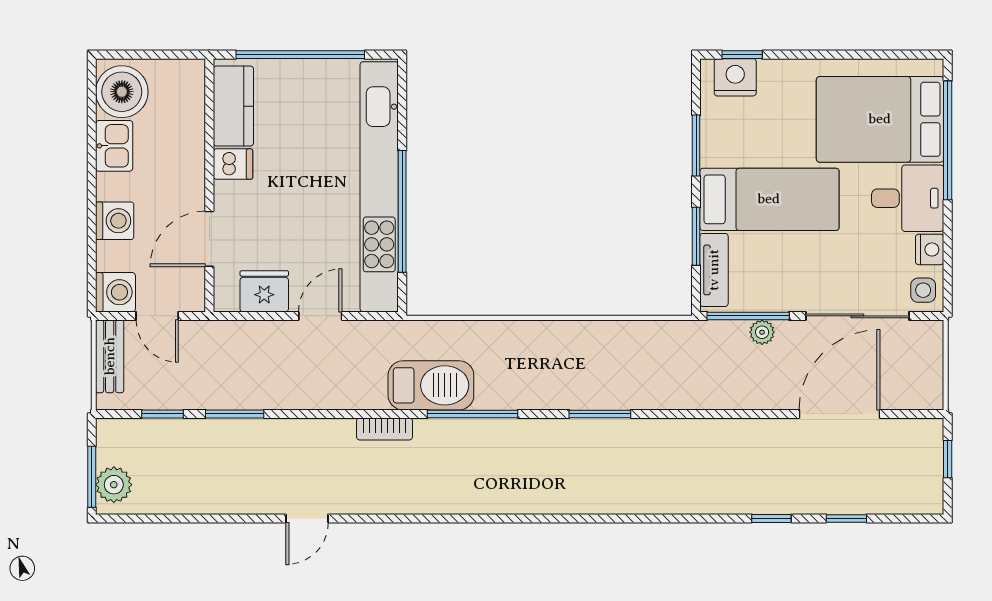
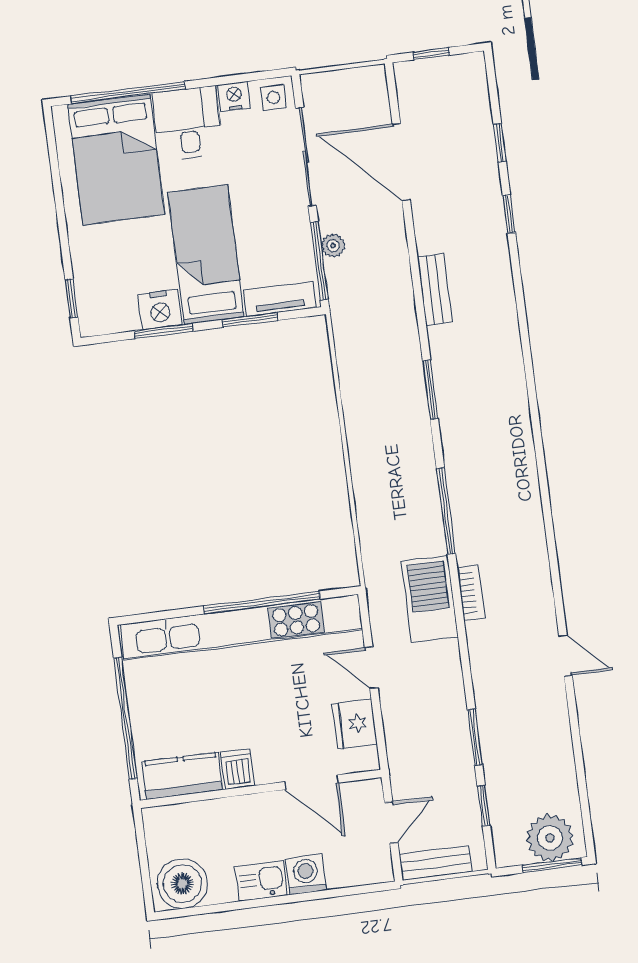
nightstand: (735, 77) -> (160, 310), moved, turned -90
kitchen sink: (114, 146) -> (261, 881), moved
washing machine: (115, 292) -> (374, 865), removed
barbecue: (431, 385) -> (430, 599), moved
bench: (703, 432) -> (435, 289), added
plant: (114, 485) -> (550, 838), width x1.36, depth x1.36

